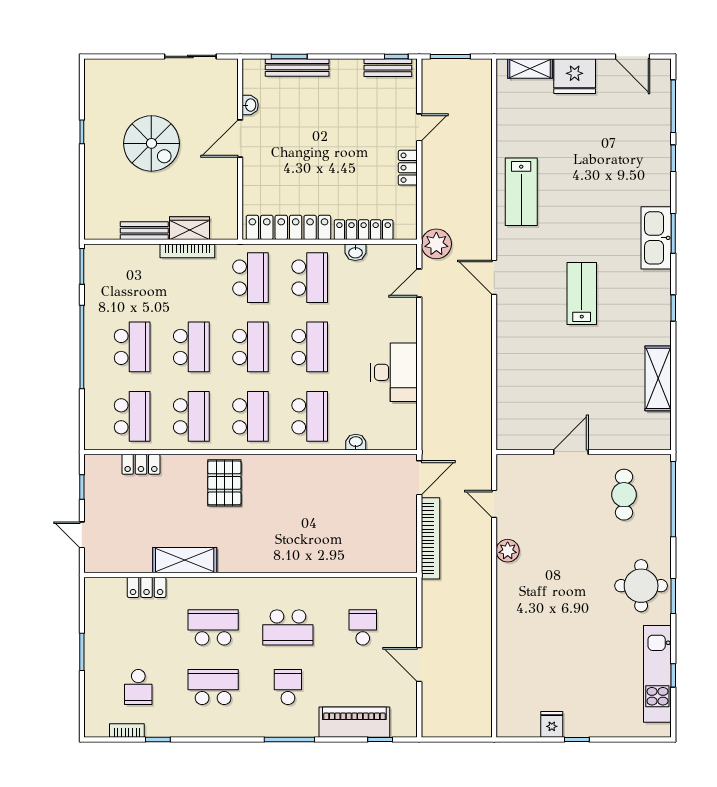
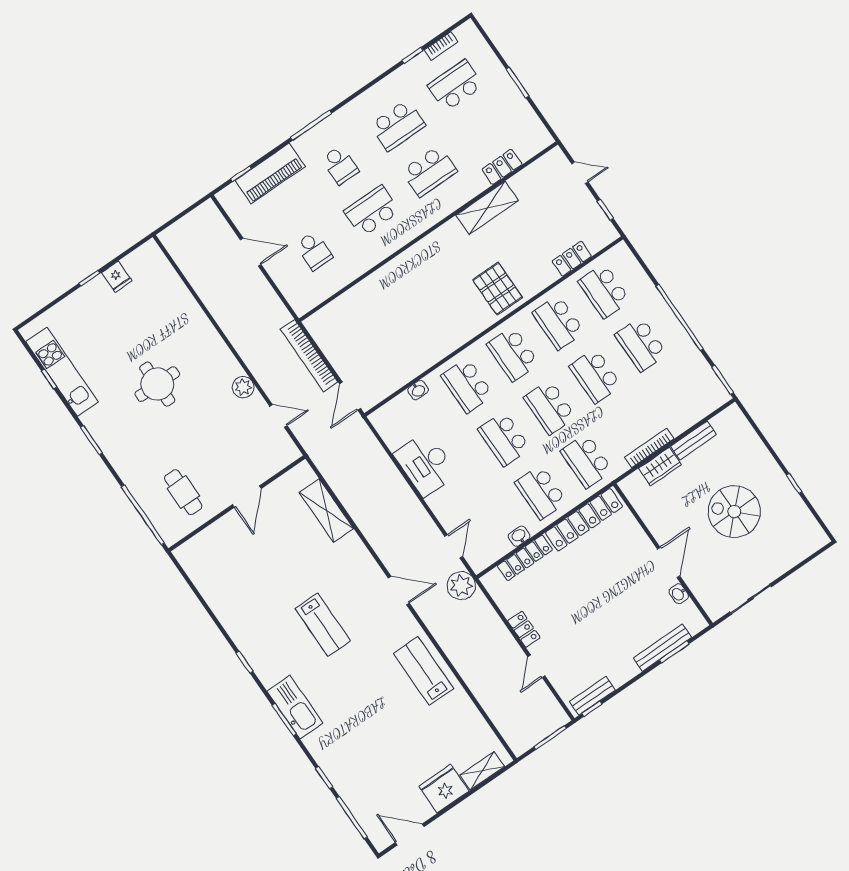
shelving: (658, 378) -> (326, 510), moved
round table: (641, 586) -> (157, 384), moved
school desk: (138, 687) -> (455, 85), width x1.85

